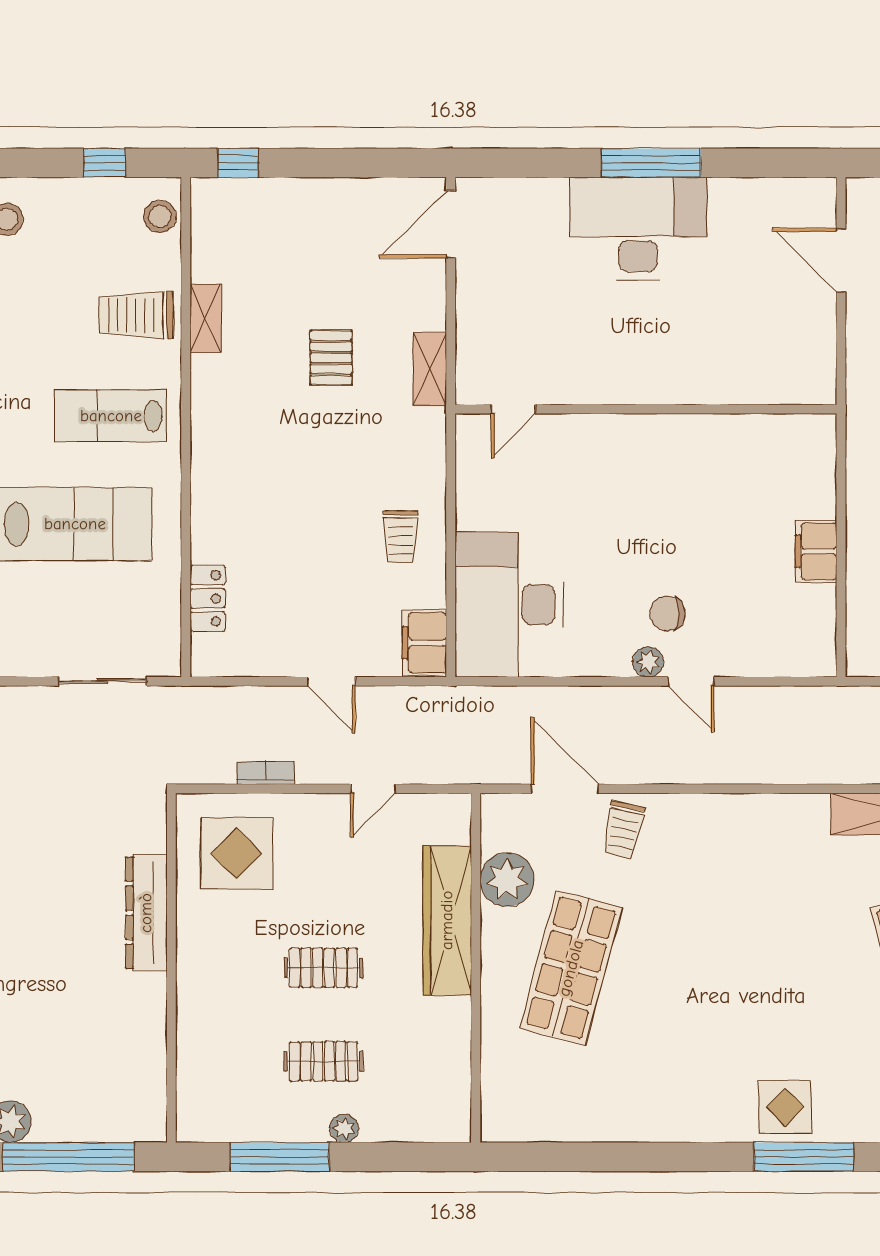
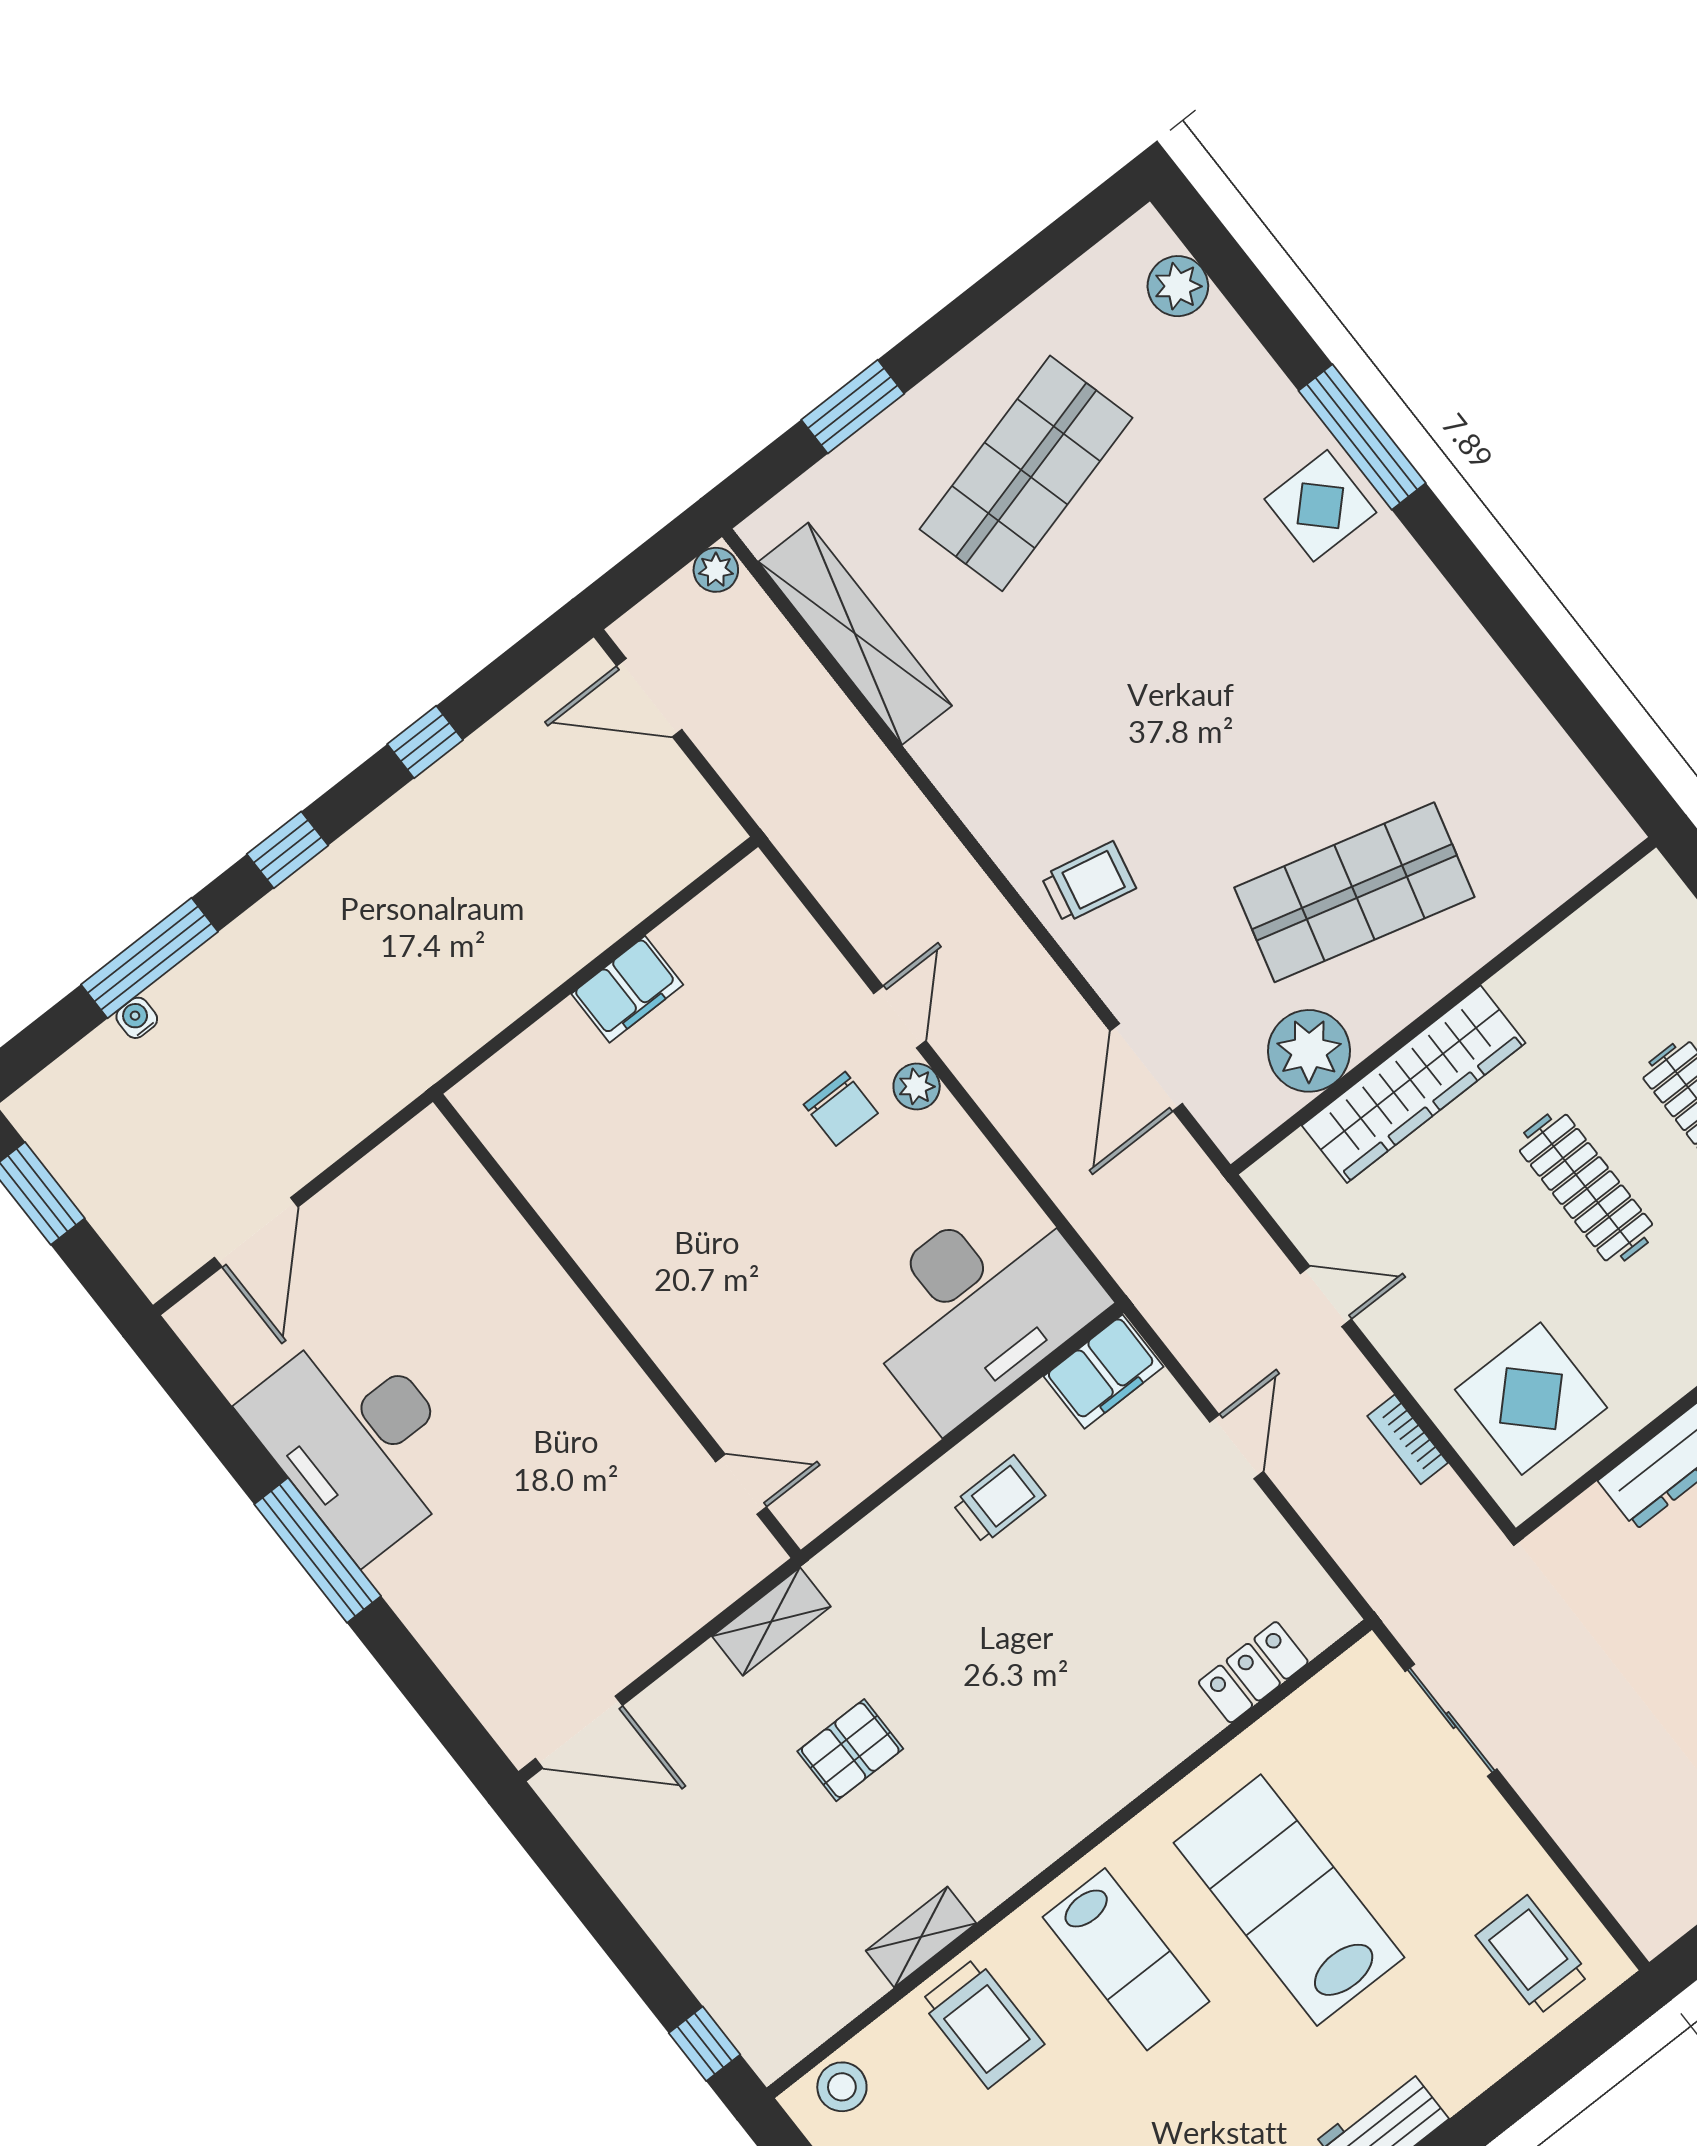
desk: (638, 229) -> (358, 1440), moved
trolley: (623, 830) -> (1089, 882), moved
clothes rail: (324, 968) -> (1586, 1188), width x1.36

